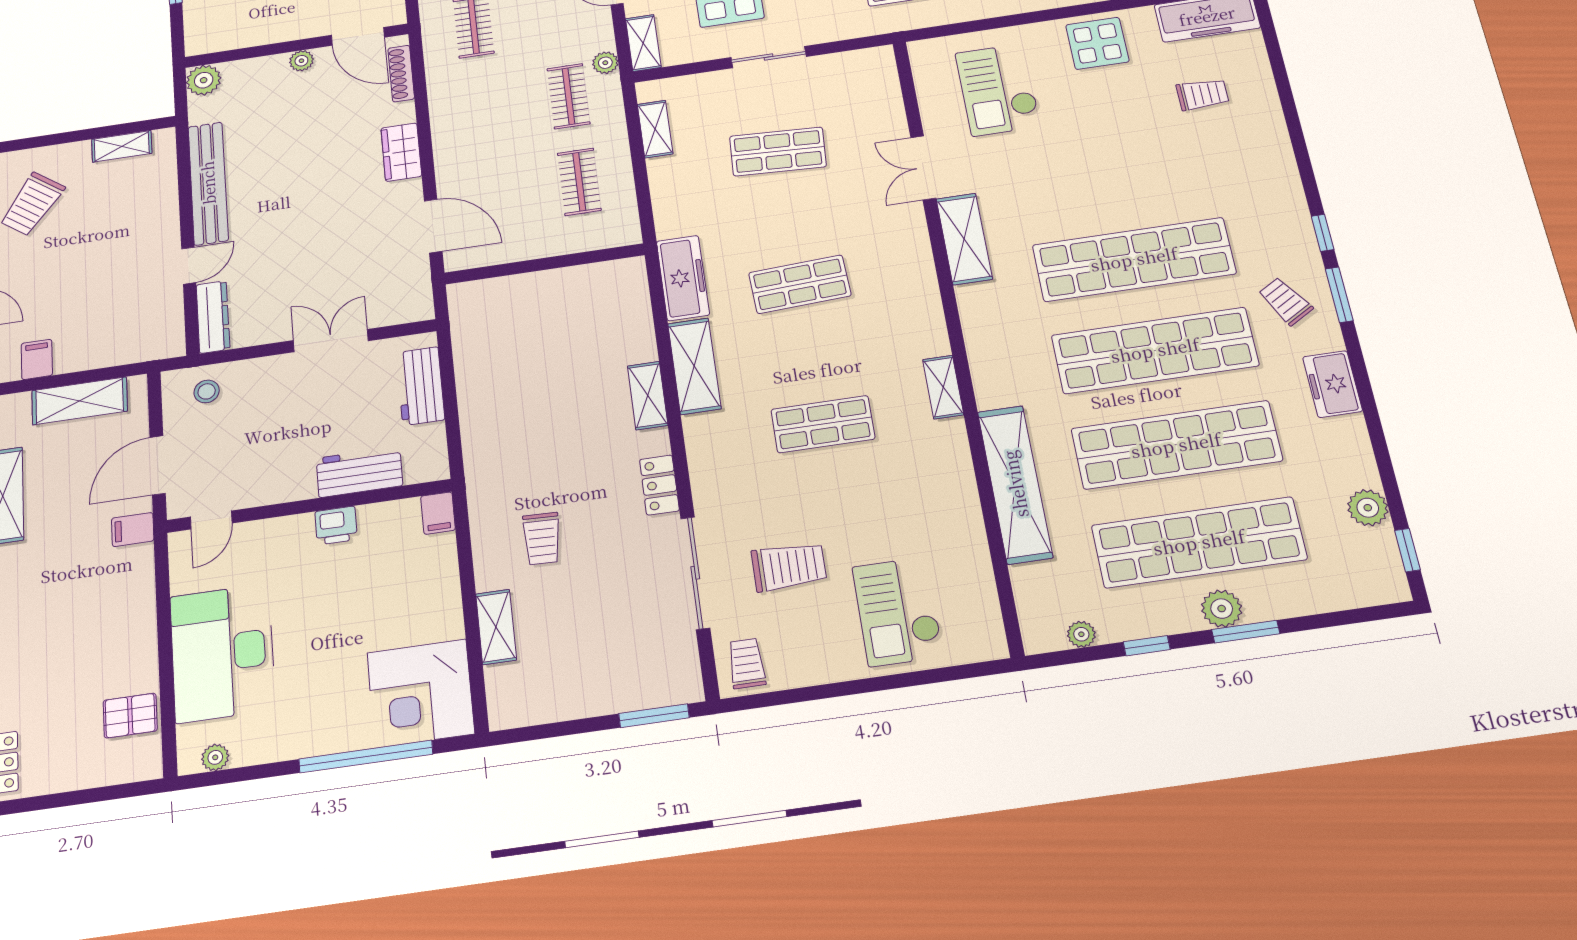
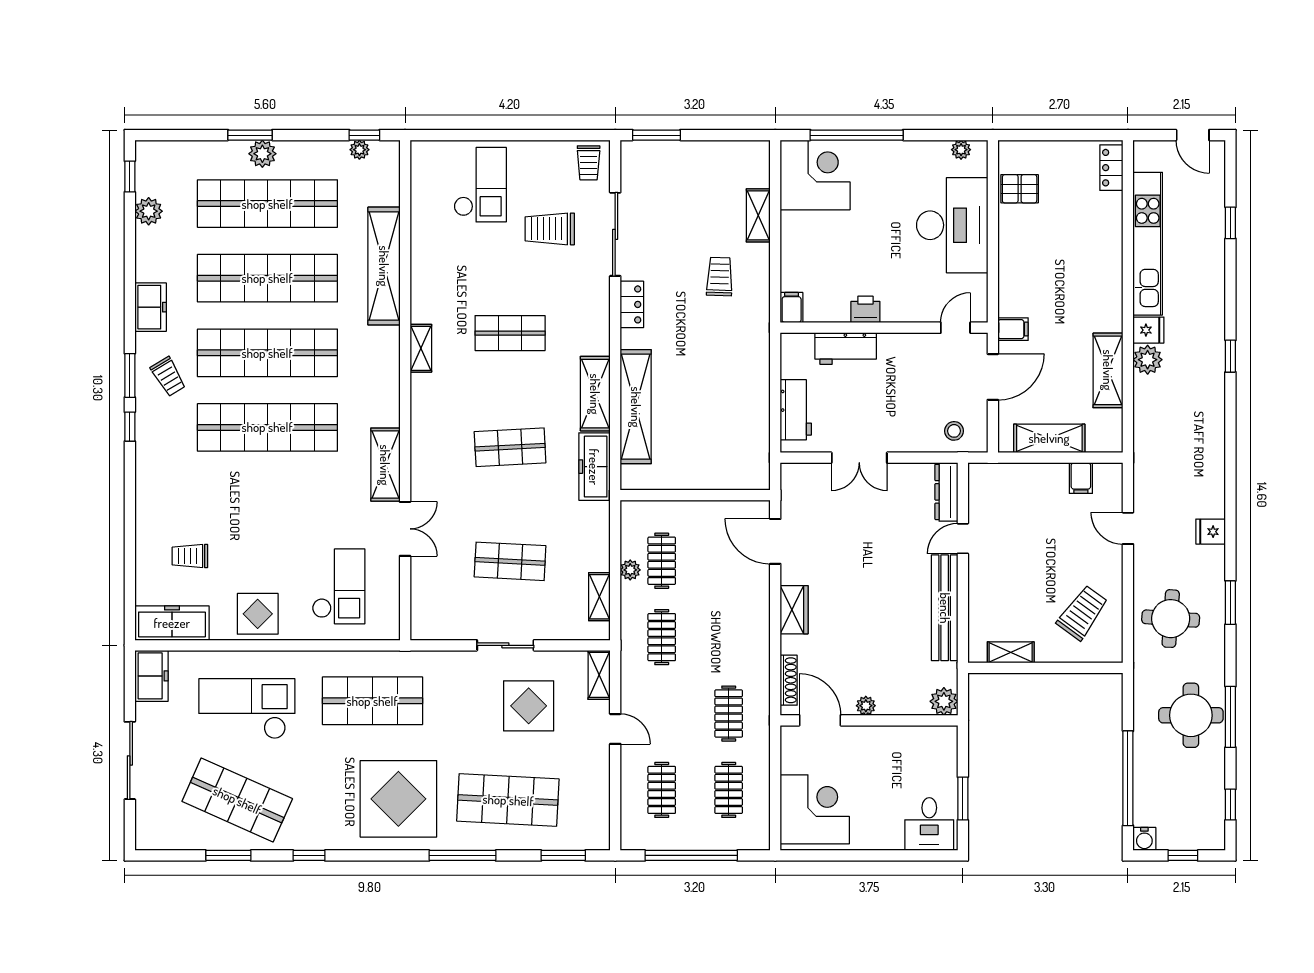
plant: (605, 63) -> (630, 570), moved
shelving: (648, 396) -> (636, 407), width x2.20, depth x1.33
window: (1147, 646) -> (364, 135), moved

